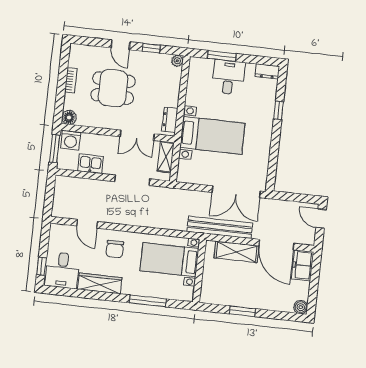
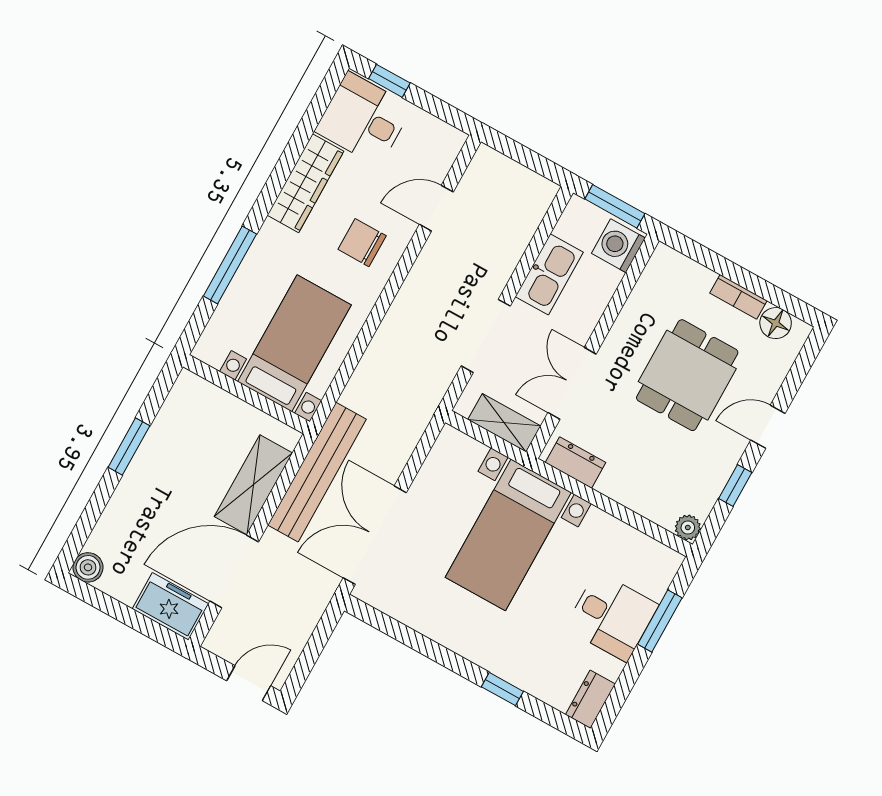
floor lamp: (69, 117) -> (776, 323), moved
kitchen sink: (91, 164) -> (549, 274), width x1.38

